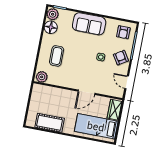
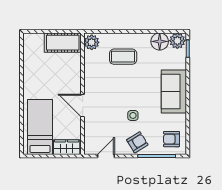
cot: (50, 123) -> (63, 43), moved, turned 90

